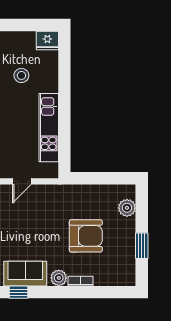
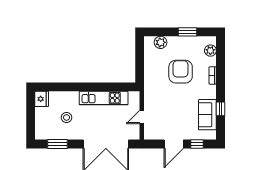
door: (22, 181) -> (142, 117), swing flipped
plant: (59, 278) -> (210, 51), moved
window: (19, 292) -> (220, 109), moved

